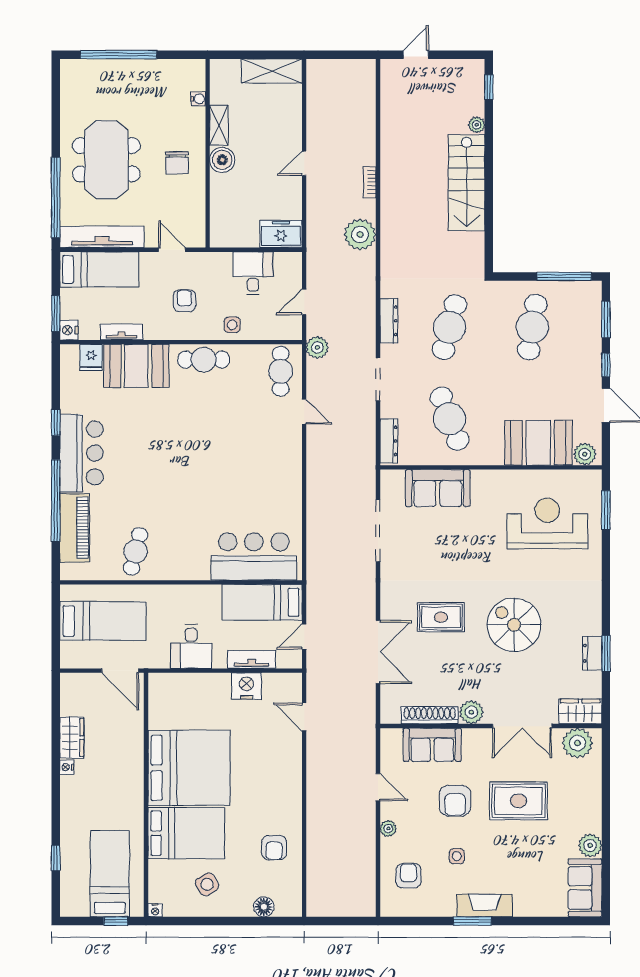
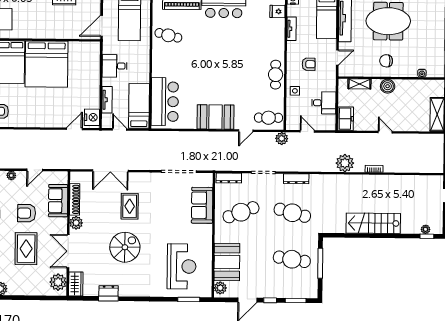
shelving: (219, 125) -> (359, 84), moved
plant: (477, 125) -> (426, 229), moved
window: (564, 276) -> (320, 263), moved
booth: (136, 366) -> (216, 117), moved, turned 90
nightstand: (246, 686) -> (92, 117), moved

